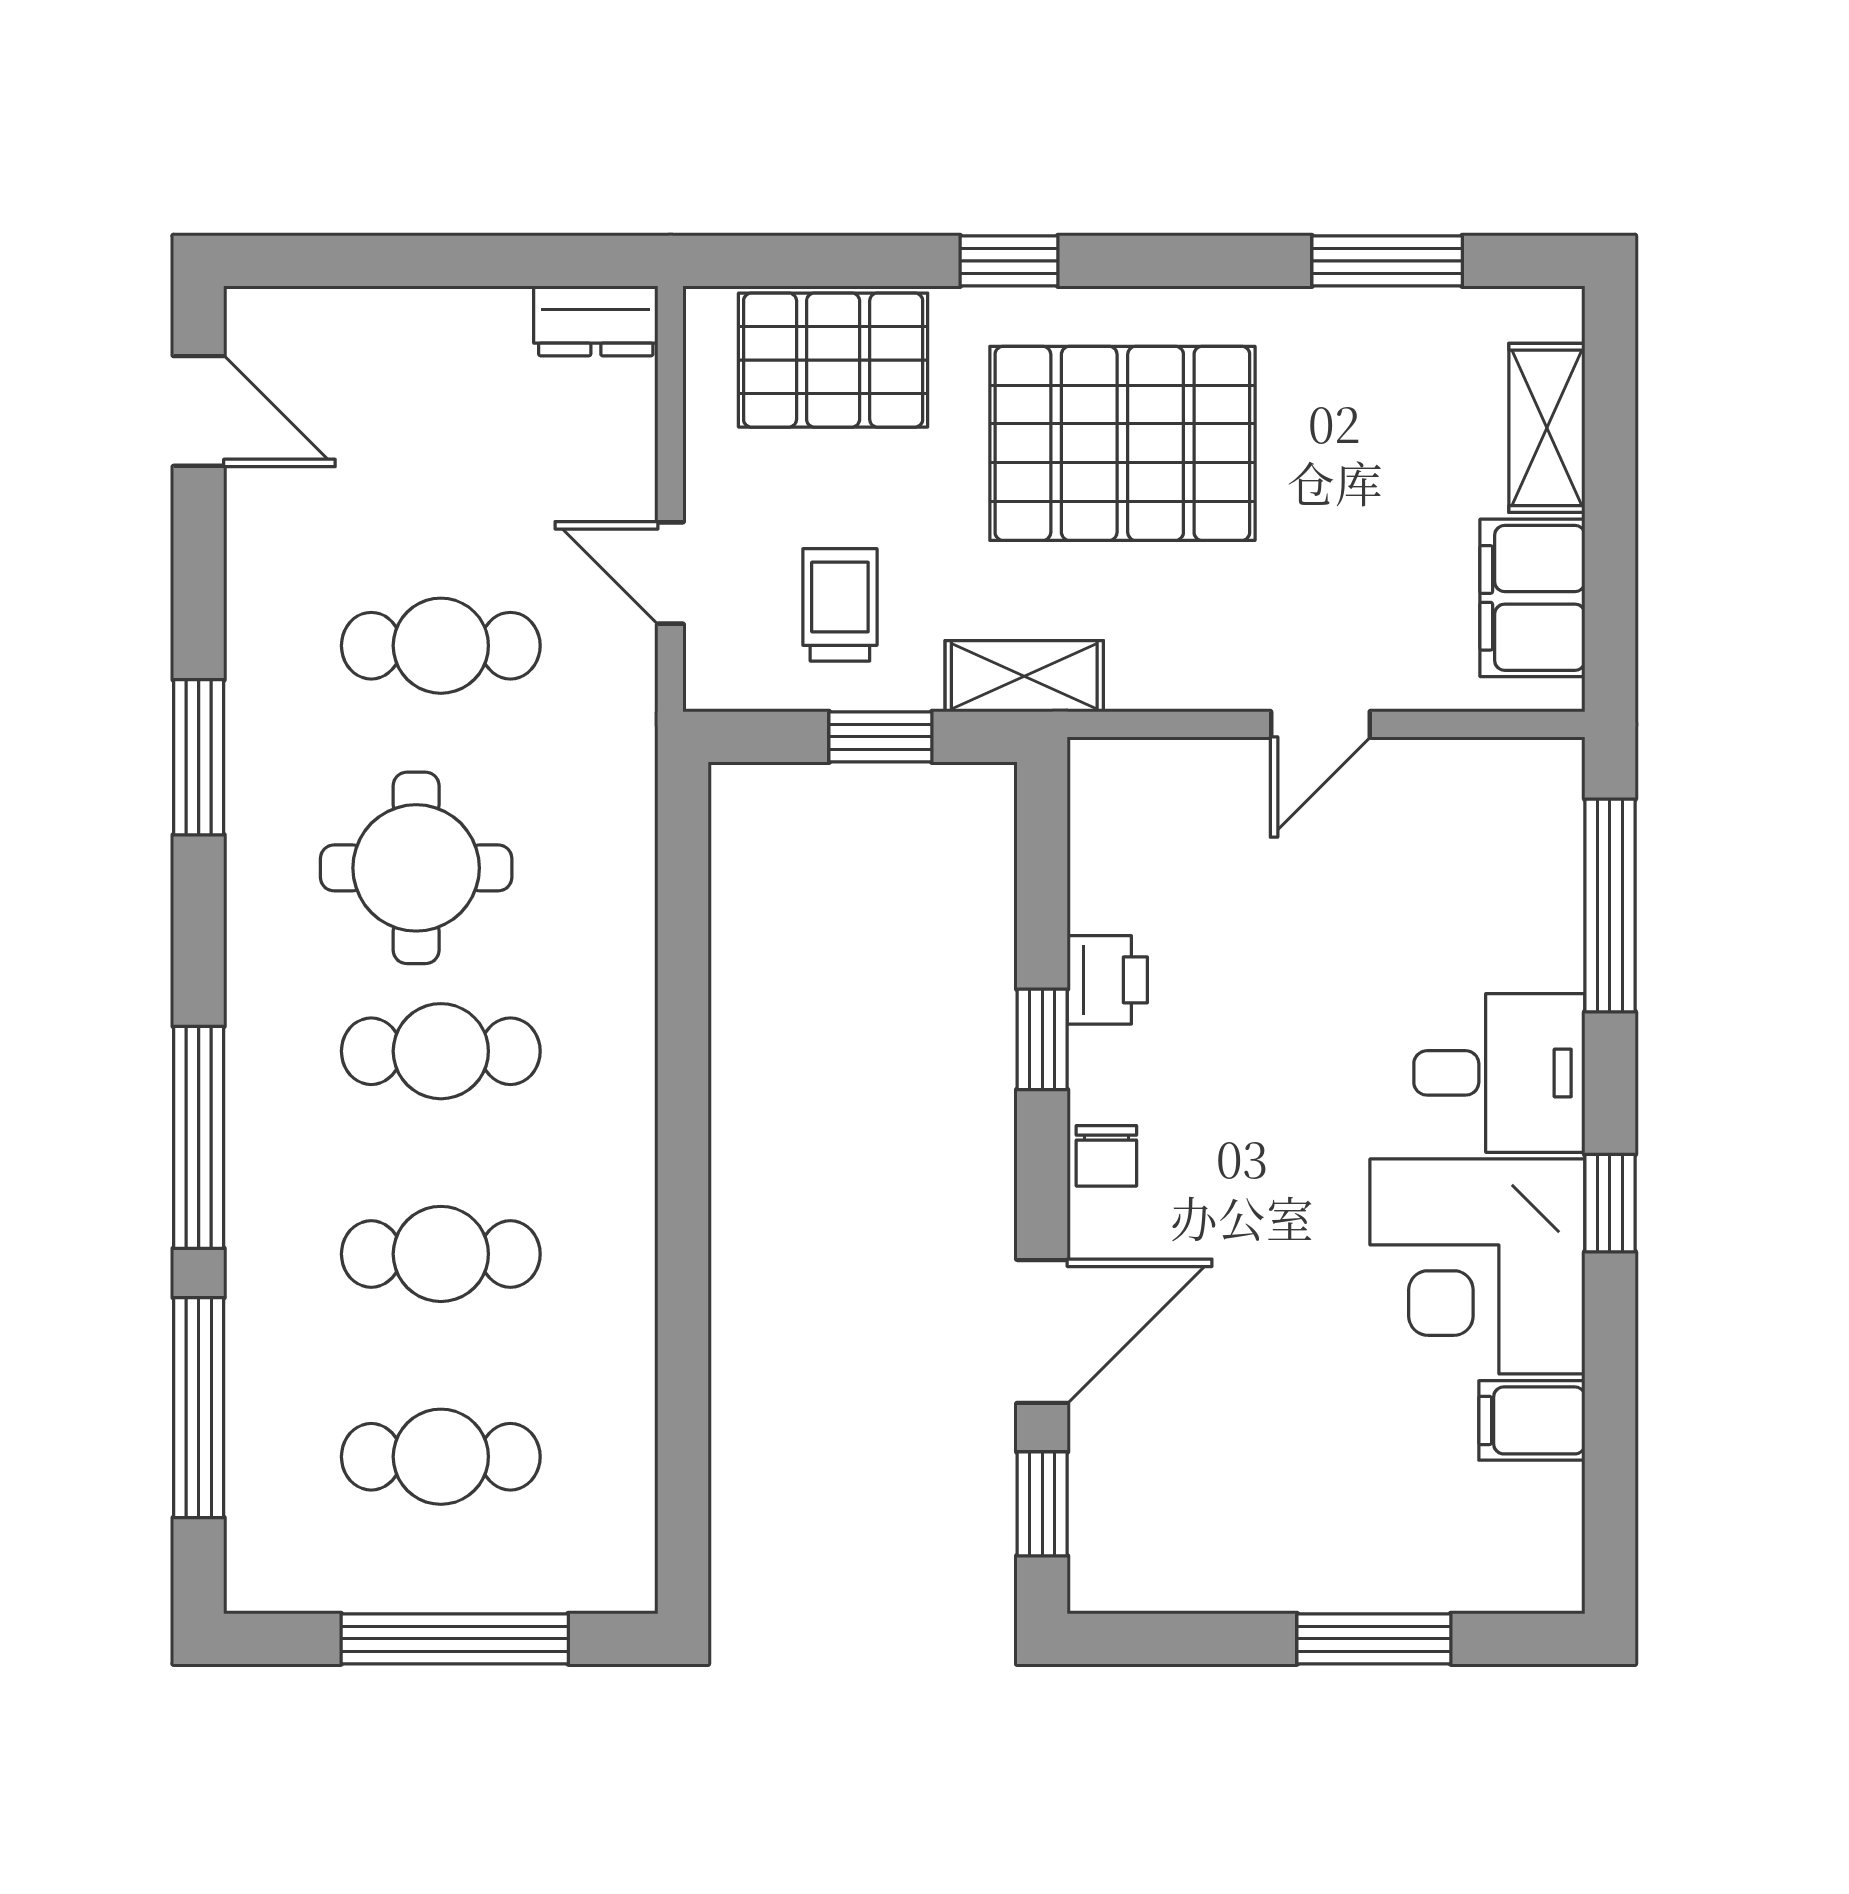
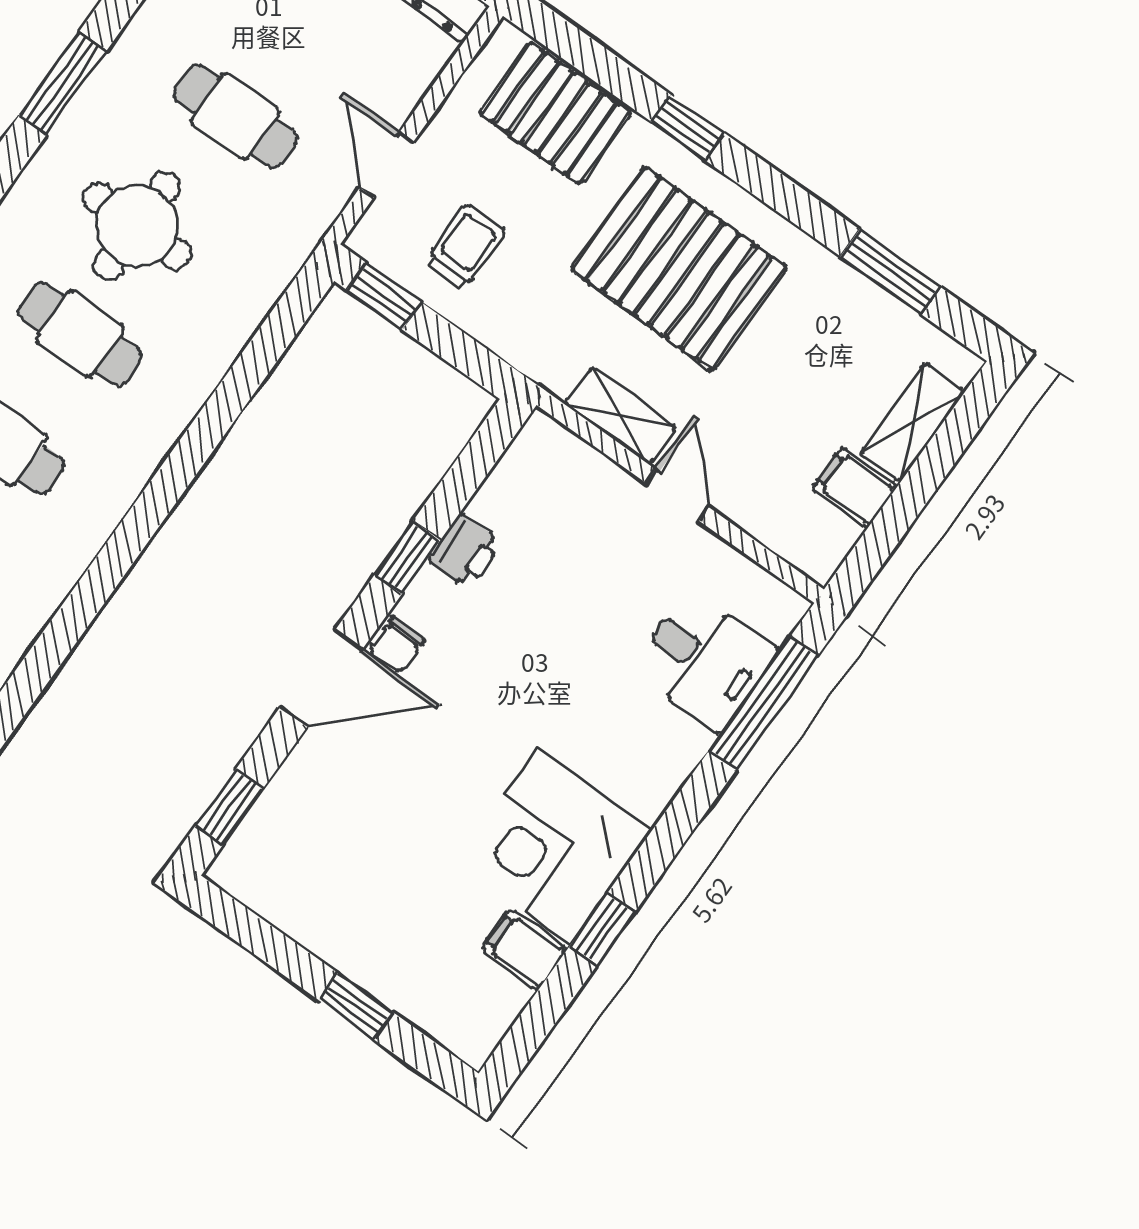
filing cabinet: (1532, 598) -> (855, 487), width x0.50
shelving: (1024, 676) -> (620, 416), moved
door: (1320, 724) -> (677, 495), swing flipped
window: (880, 737) -> (384, 296), moved
desk: (1499, 1073) -> (704, 661), moved
window: (1610, 1203) -> (602, 929), moved
door: (1042, 1331) -> (321, 678), moved
window: (1374, 1639) -> (356, 1006), width x0.67

